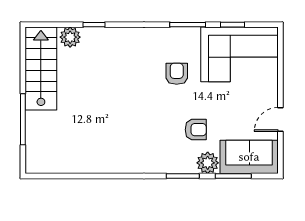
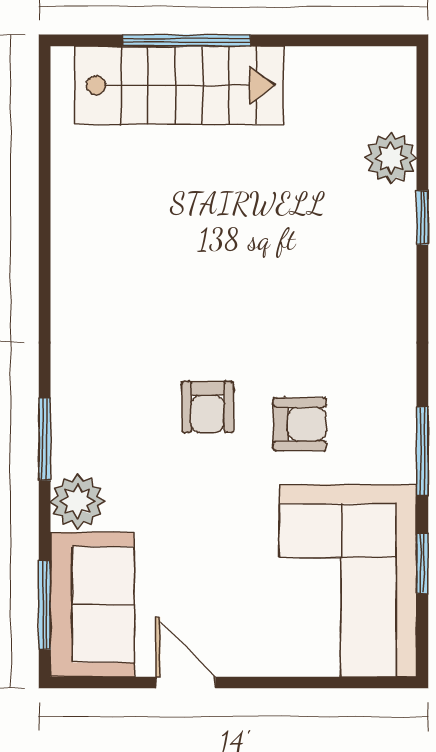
stairs: (41, 69) -> (179, 85), moved
armchair: (196, 130) -> (208, 407), moved
window: (233, 176) -> (45, 605), moved

